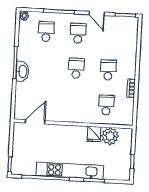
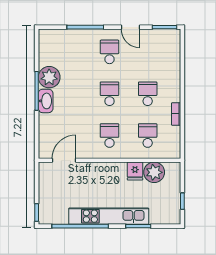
plant: (24, 16) -> (49, 77), moved, width x1.87, depth x1.87
school desk: (46, 31) -> (110, 136), moved

